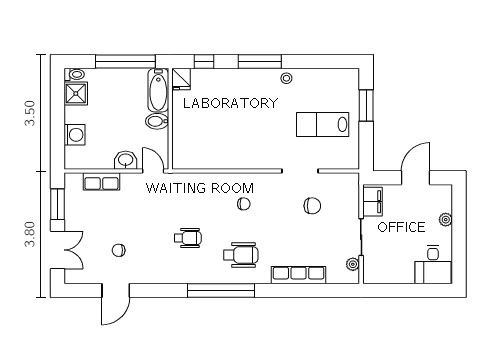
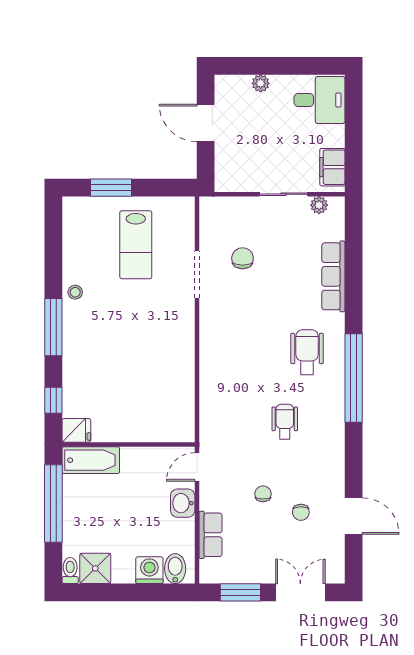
bidet: (157, 121) -> (175, 569), moved, turned 180
filing cabinet: (372, 202) -> (332, 167), moved, turned -90
chair: (244, 204) -> (263, 494), moved

